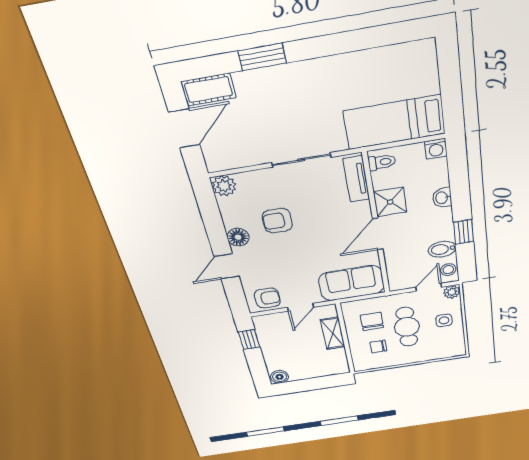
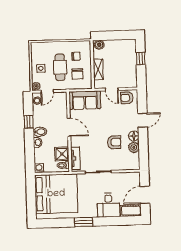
window: (262, 57) -> (83, 222), moved
desk: (265, 94) -> (108, 205), added
bed: (394, 122) -> (56, 194), width x2.04
plant: (224, 186) -> (134, 147), moved
shower: (390, 202) -> (62, 154), moved
door: (378, 234) -> (69, 127), hinge flipped
bidet: (442, 249) -> (40, 132), moved
door: (301, 307) -> (112, 89), swing flipped
window: (249, 340) -> (141, 59), moved
boiler: (280, 377) -> (99, 45), moved

